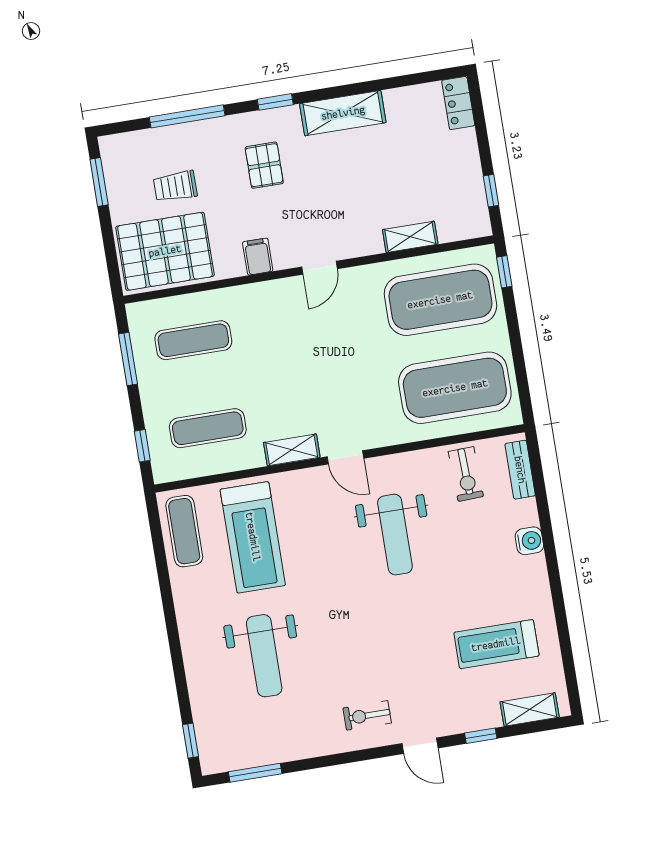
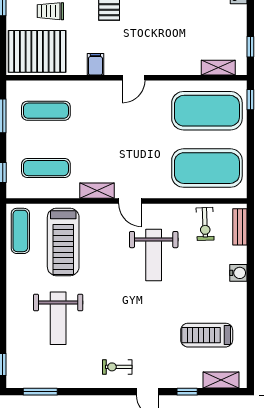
shelving: (410, 237) -> (218, 68), moved

